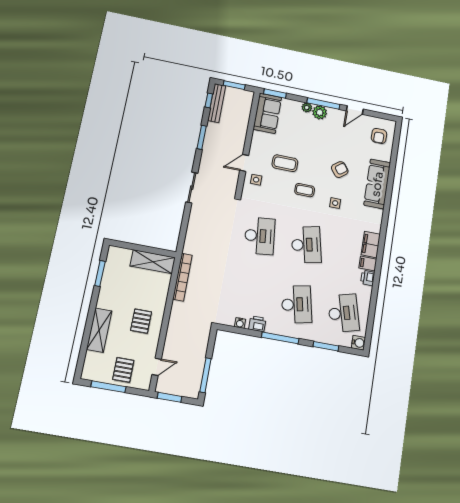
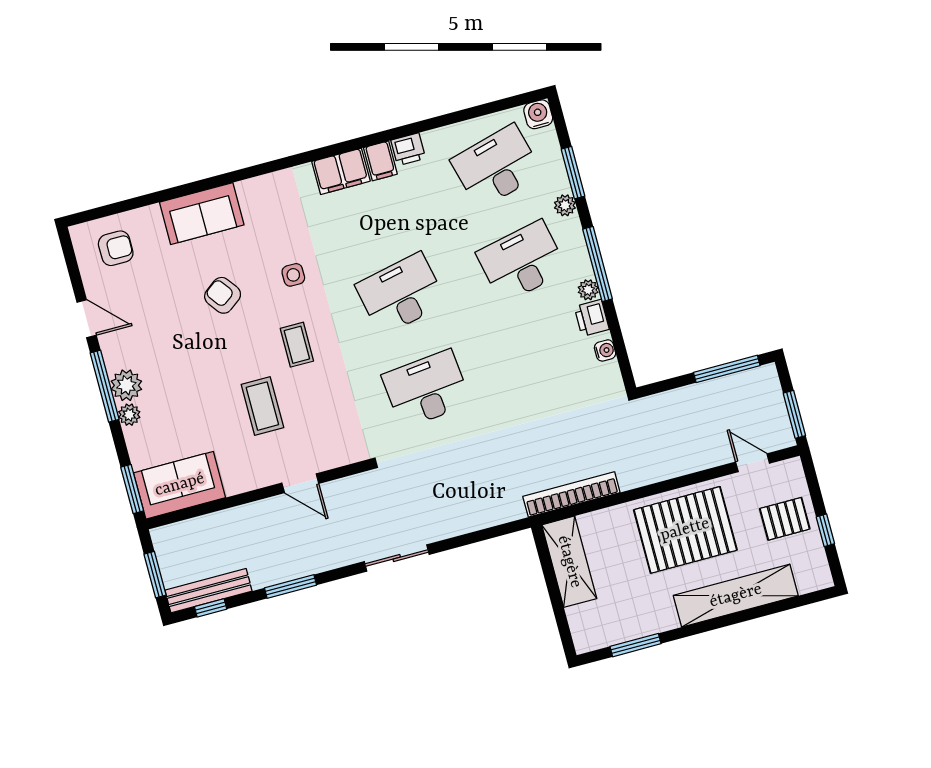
side table: (256, 180) -> (322, 446), removed
sofa: (377, 184) -> (202, 214), width x0.73
pallet: (141, 321) -> (685, 530), width x2.05, depth x2.00
plant: (271, 328) -> (588, 290), added
shelving: (99, 330) -> (736, 596), width x1.47
plant: (313, 336) -> (565, 205), added
window: (108, 387) -> (825, 530), width x0.46

